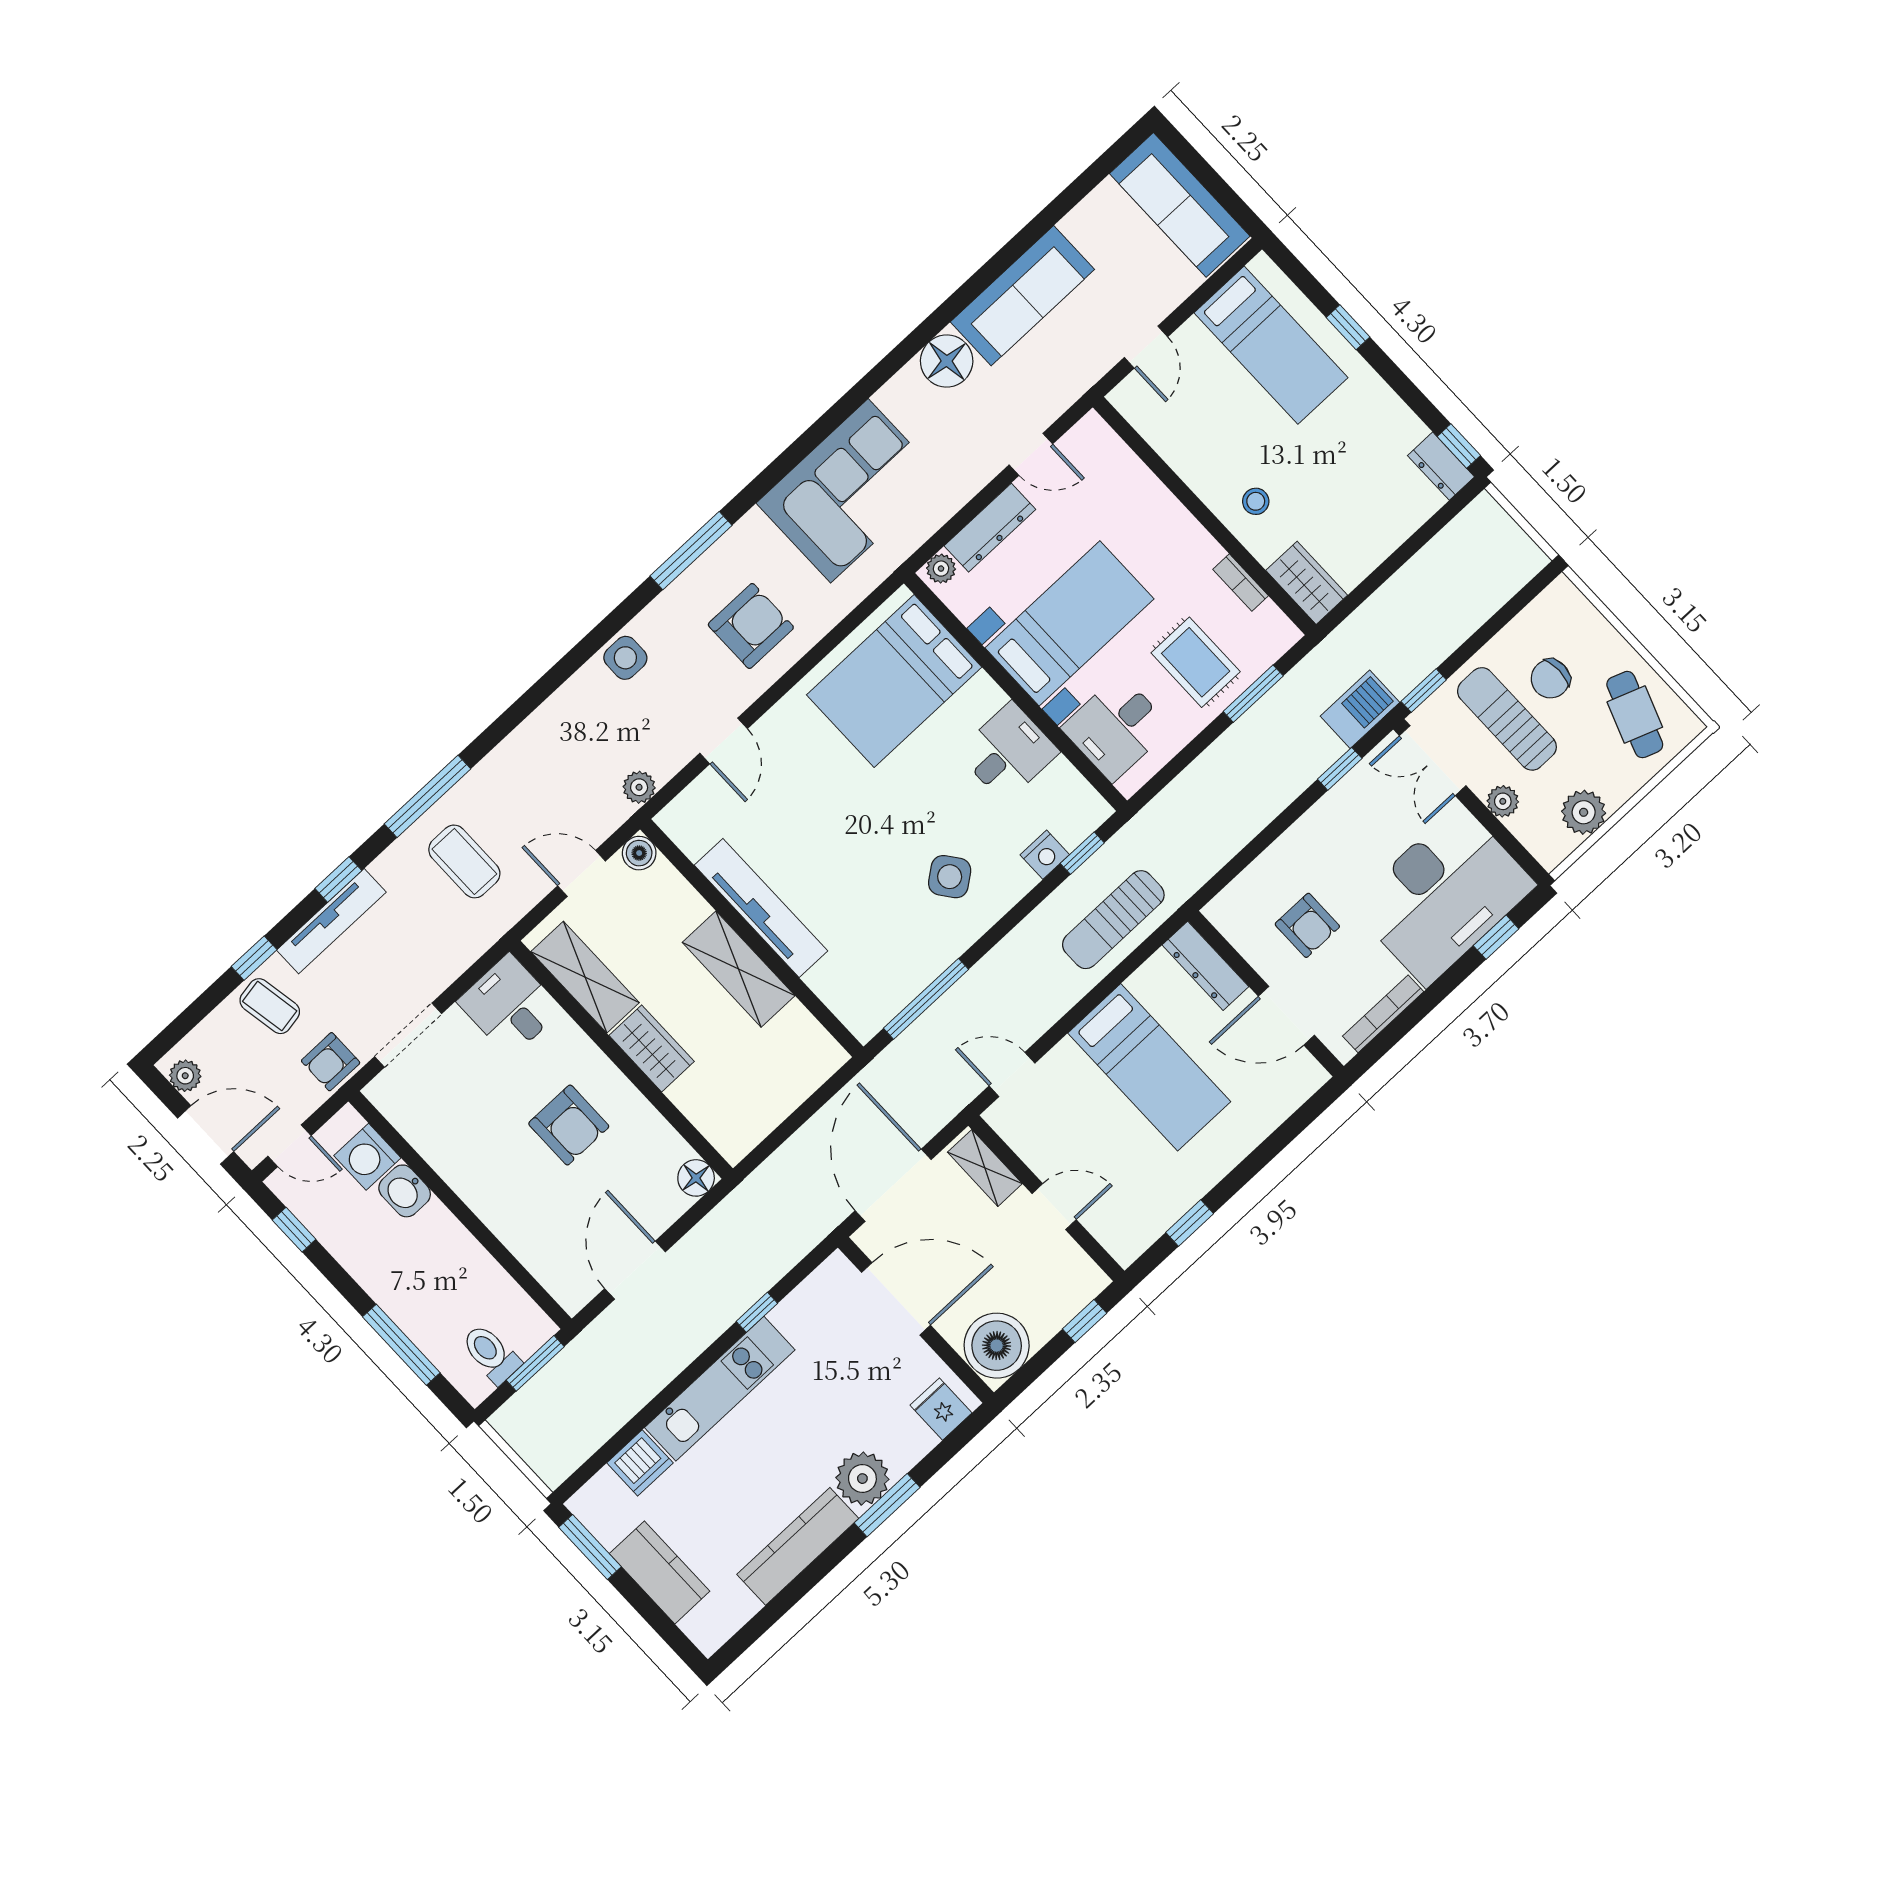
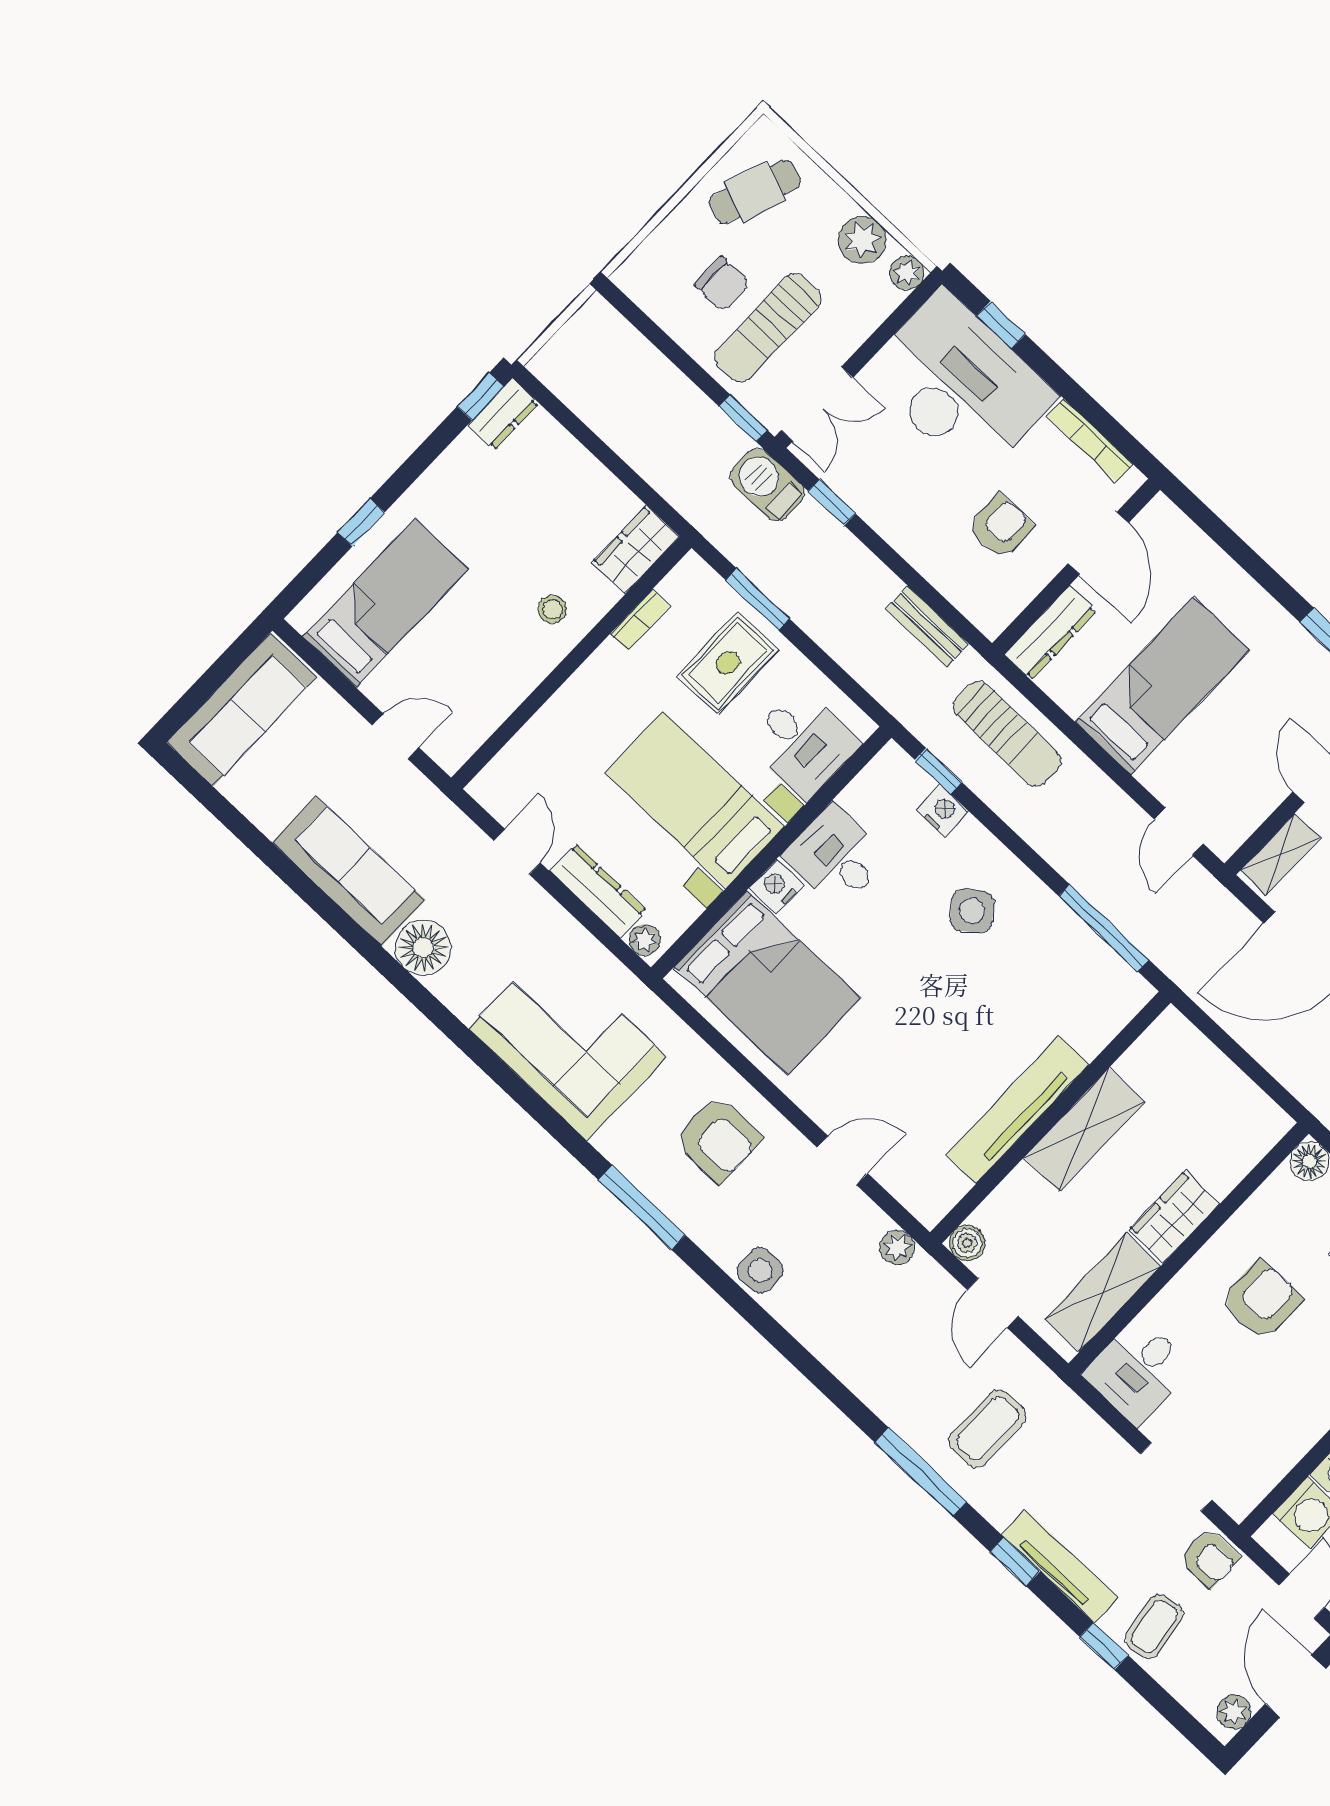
armchair: (751, 626) -> (718, 1139), turned 180
nightstand: (984, 695) -> (776, 886), added
plant: (1503, 801) -> (907, 273), moved
bench: (1218, 851) -> (927, 626), added

